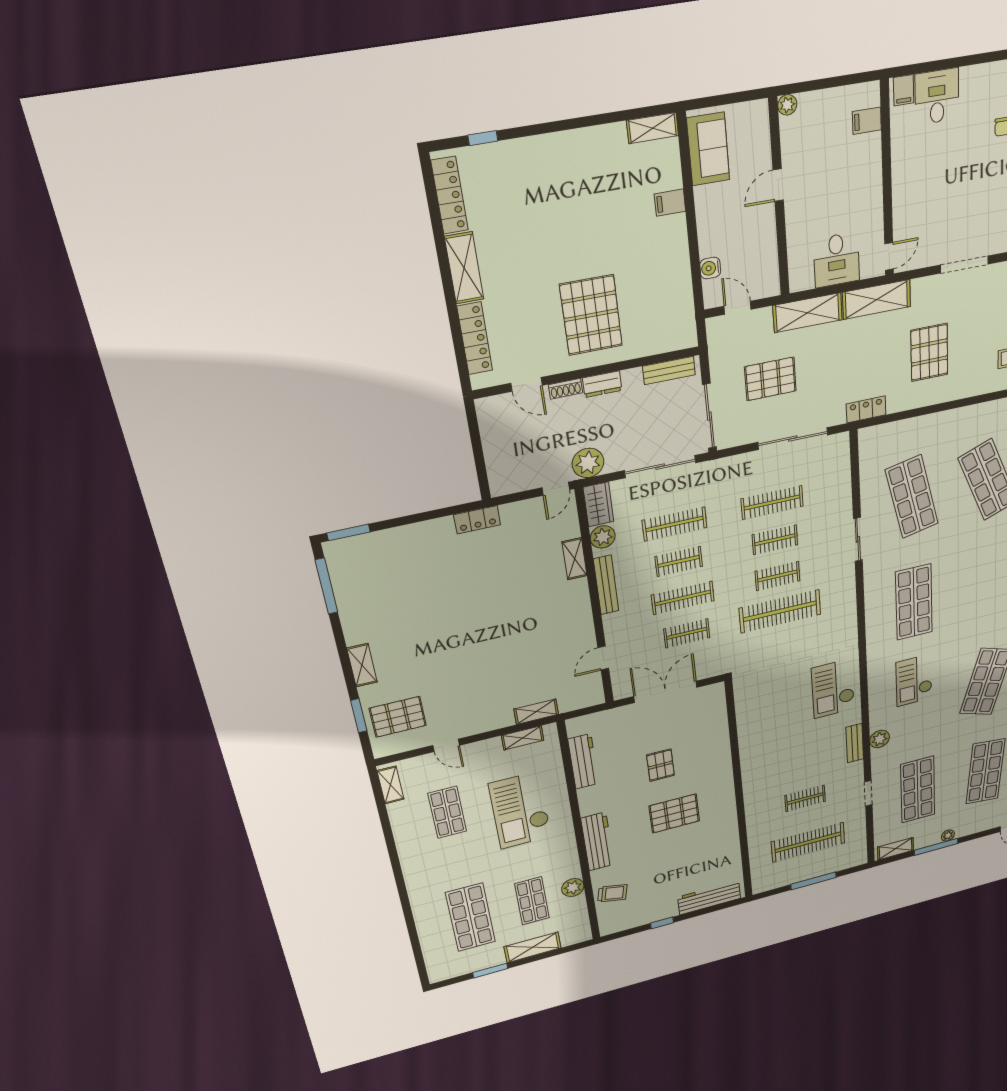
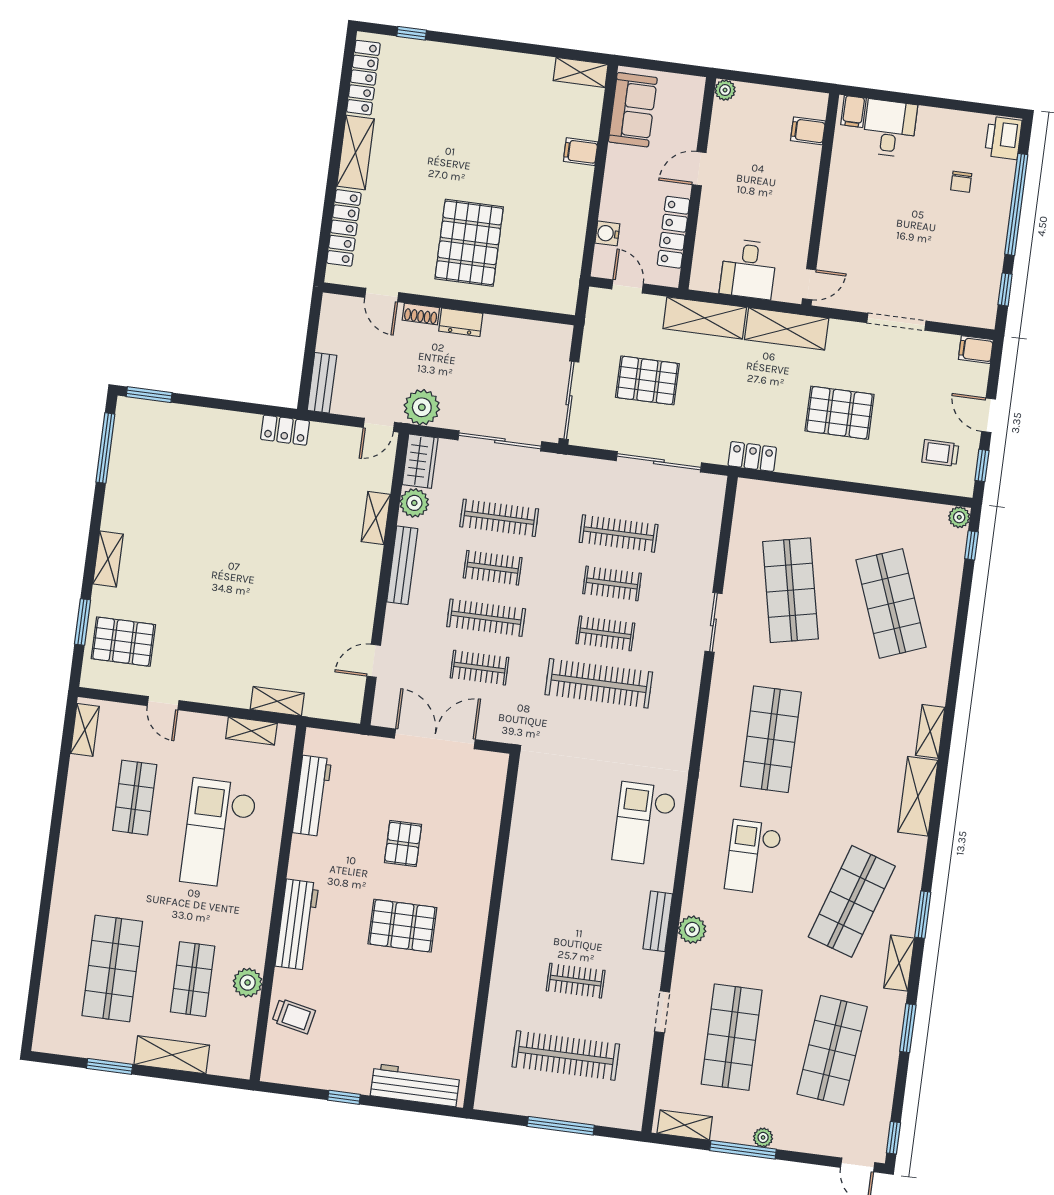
locker: (767, 249) -> (674, 232), added
pallet: (929, 352) -> (840, 413), turned 90
bench: (669, 371) -> (322, 383), moved, turned 90

